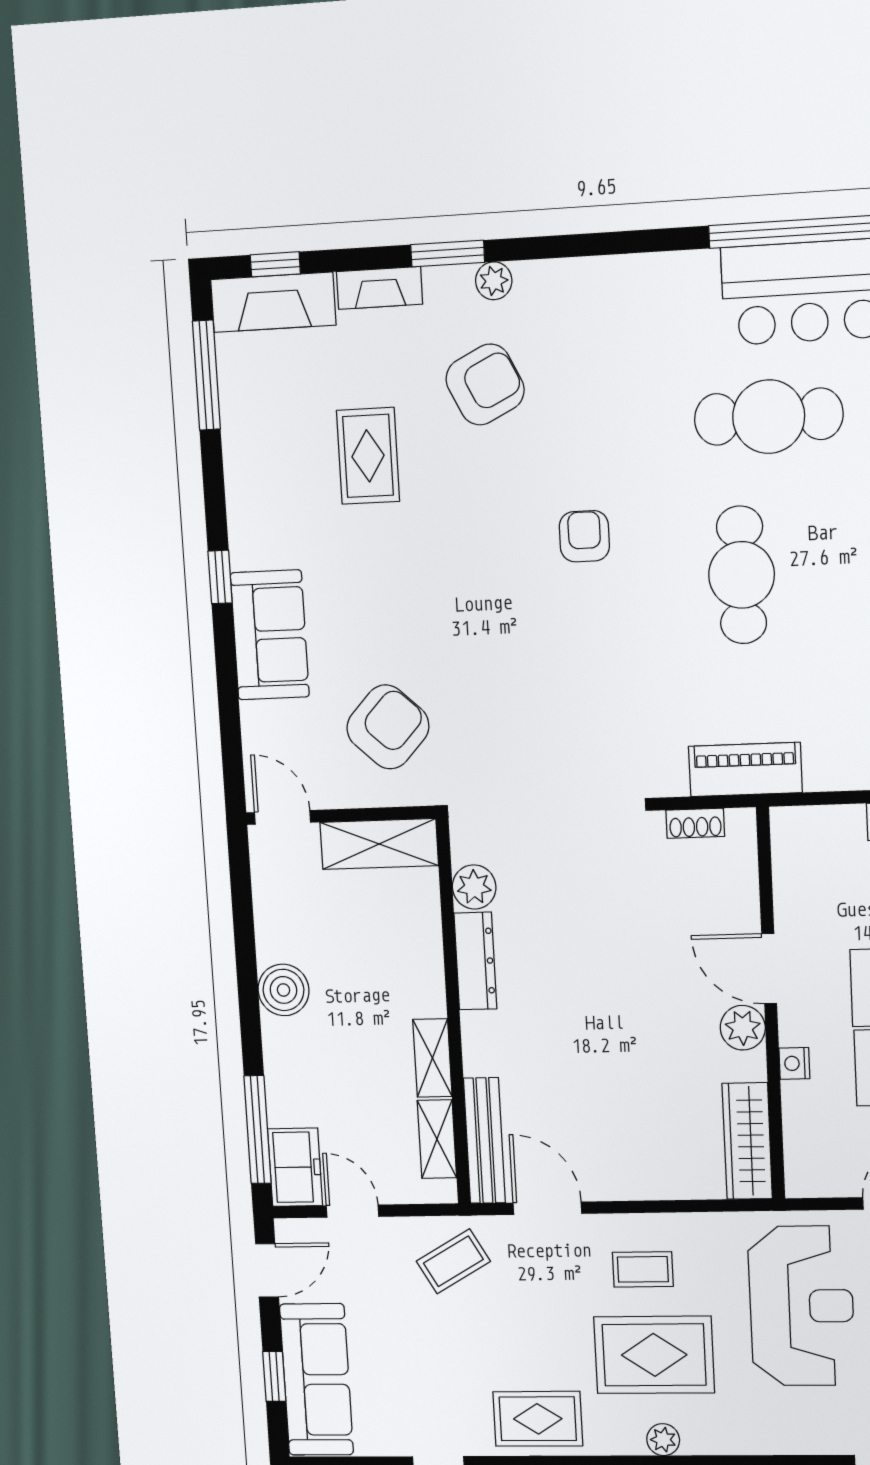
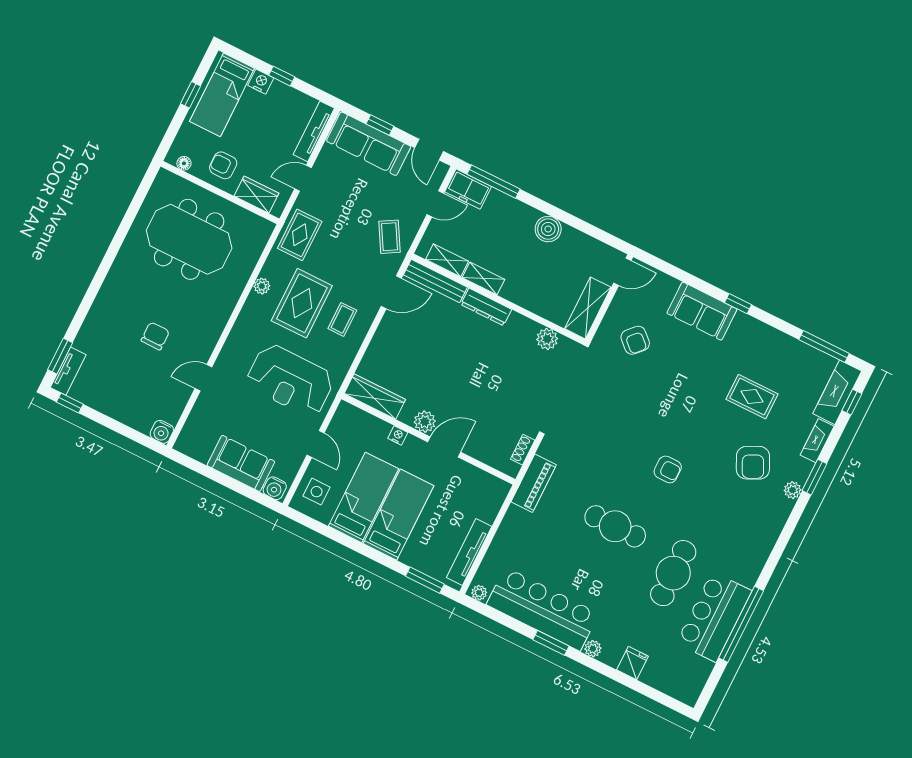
armchair: (388, 727) -> (635, 340), width x0.72, depth x0.72
dresser: (475, 961) -> (486, 307), moved

